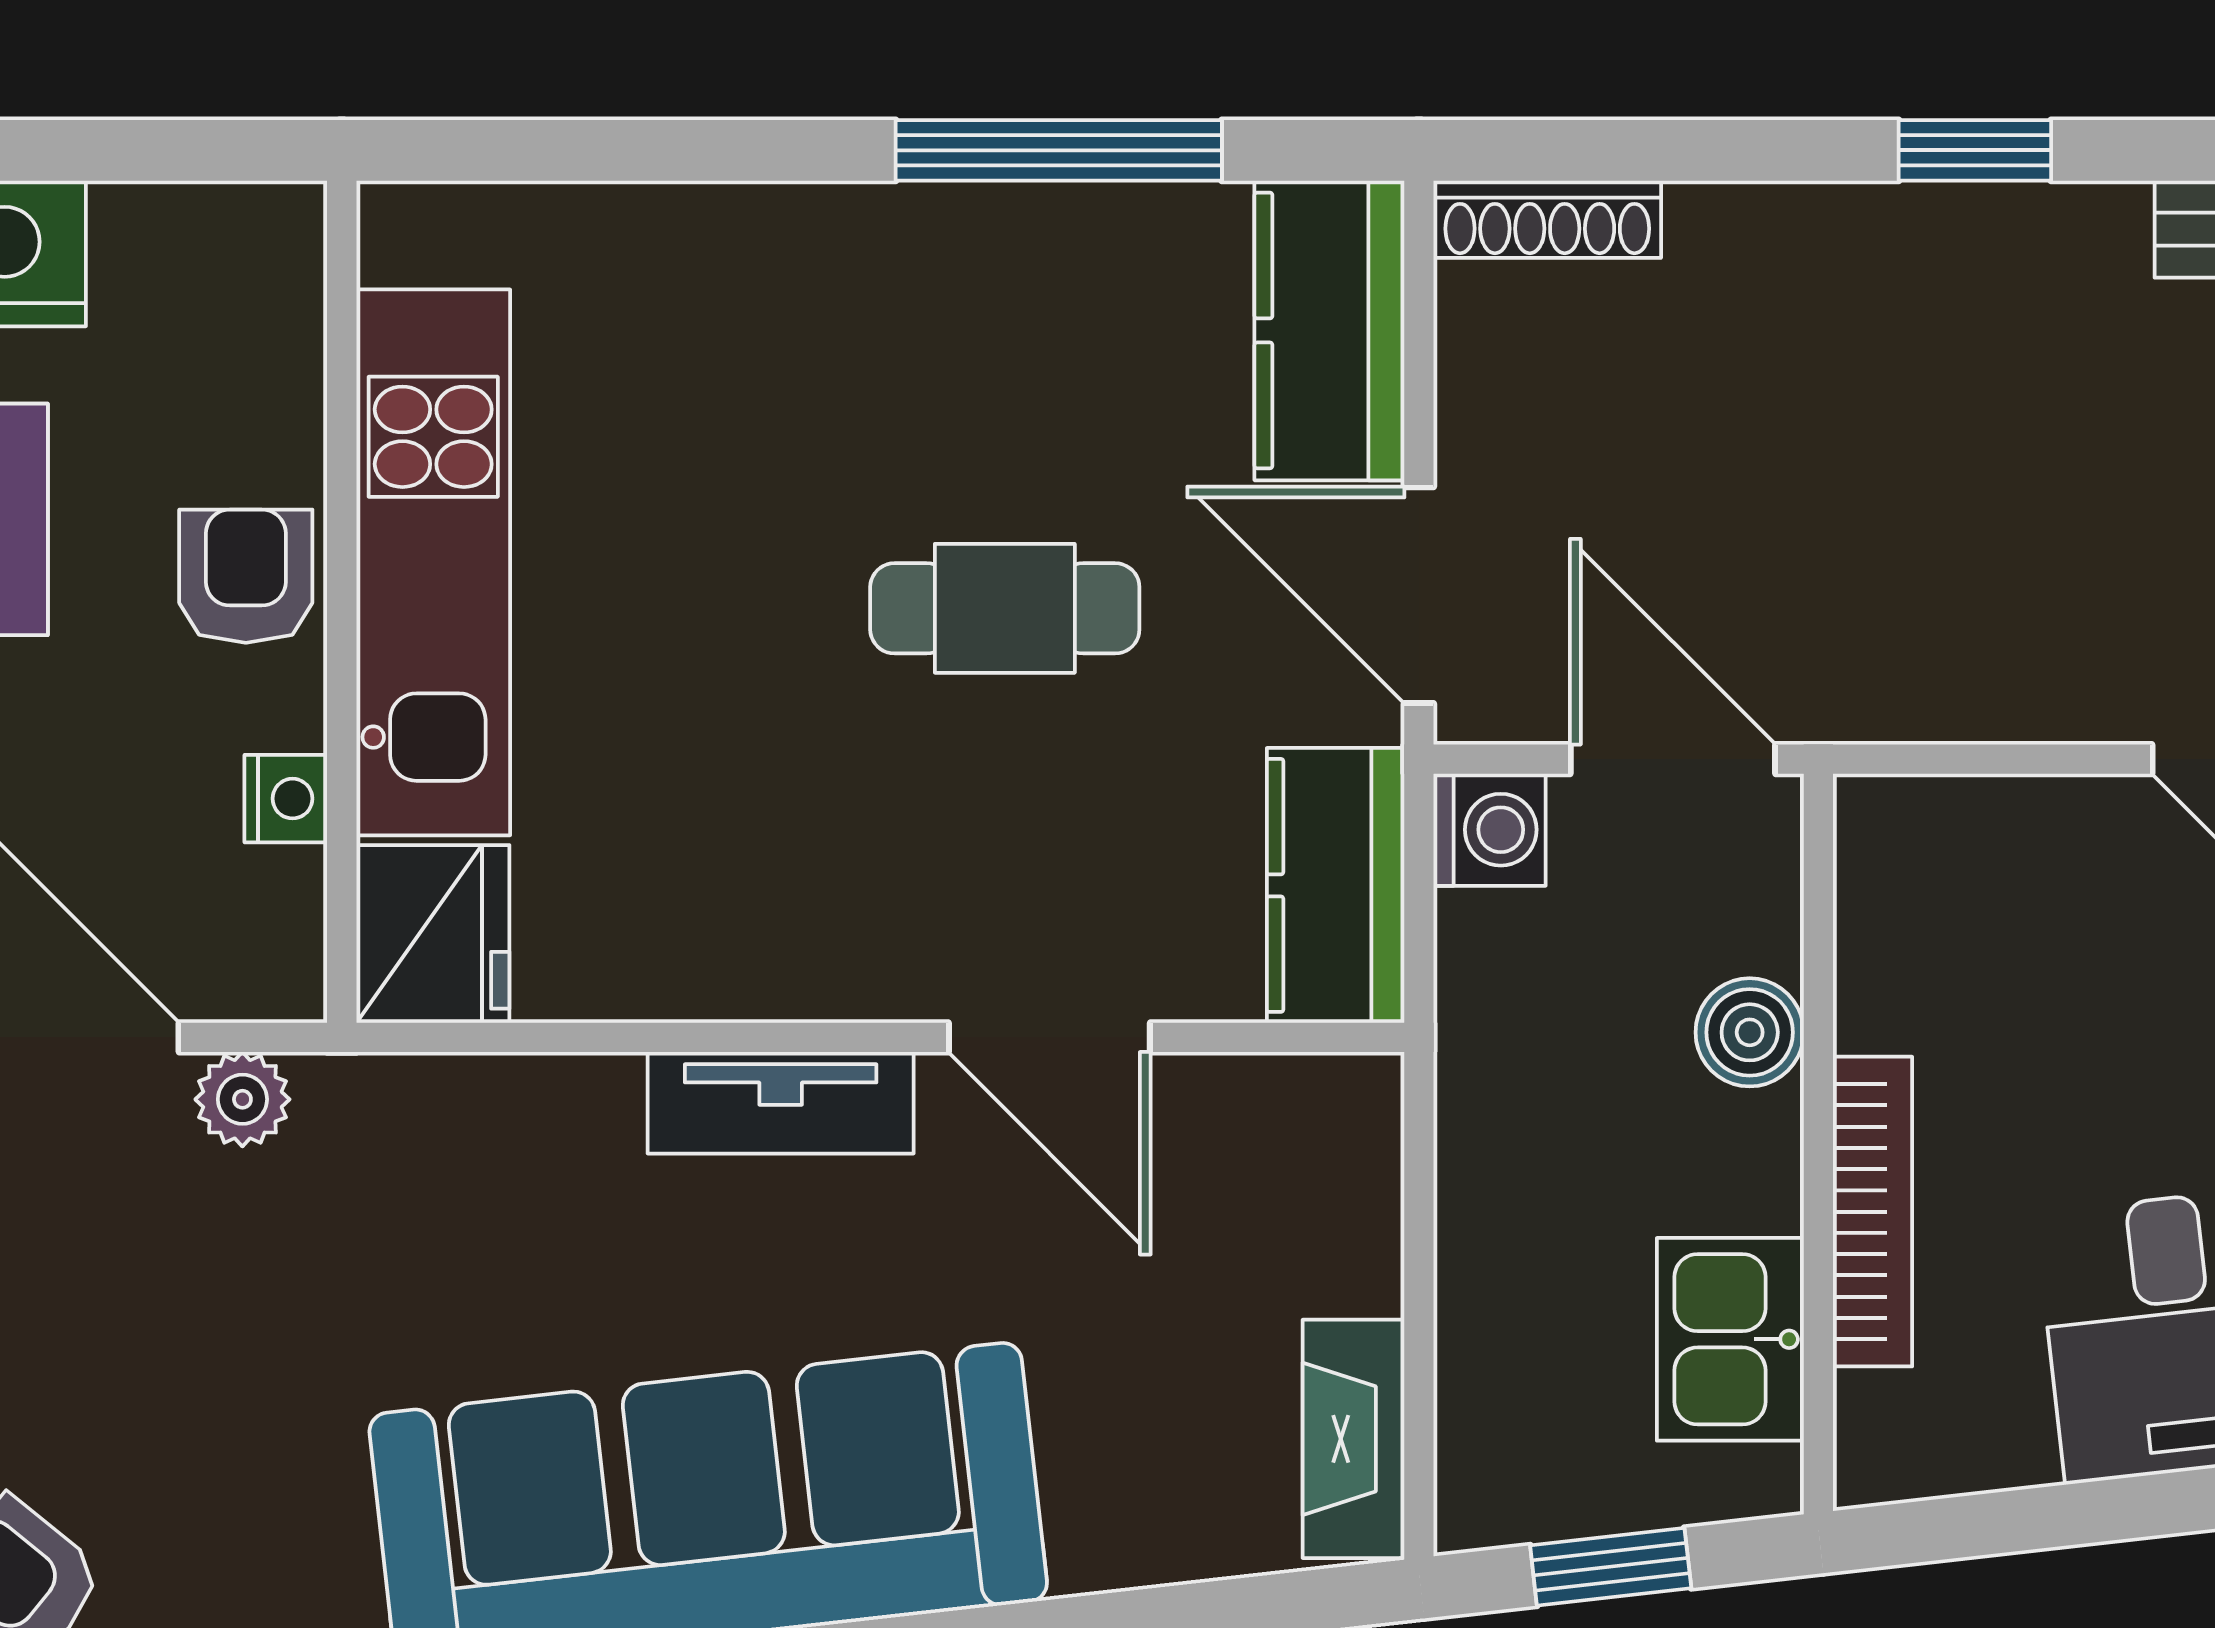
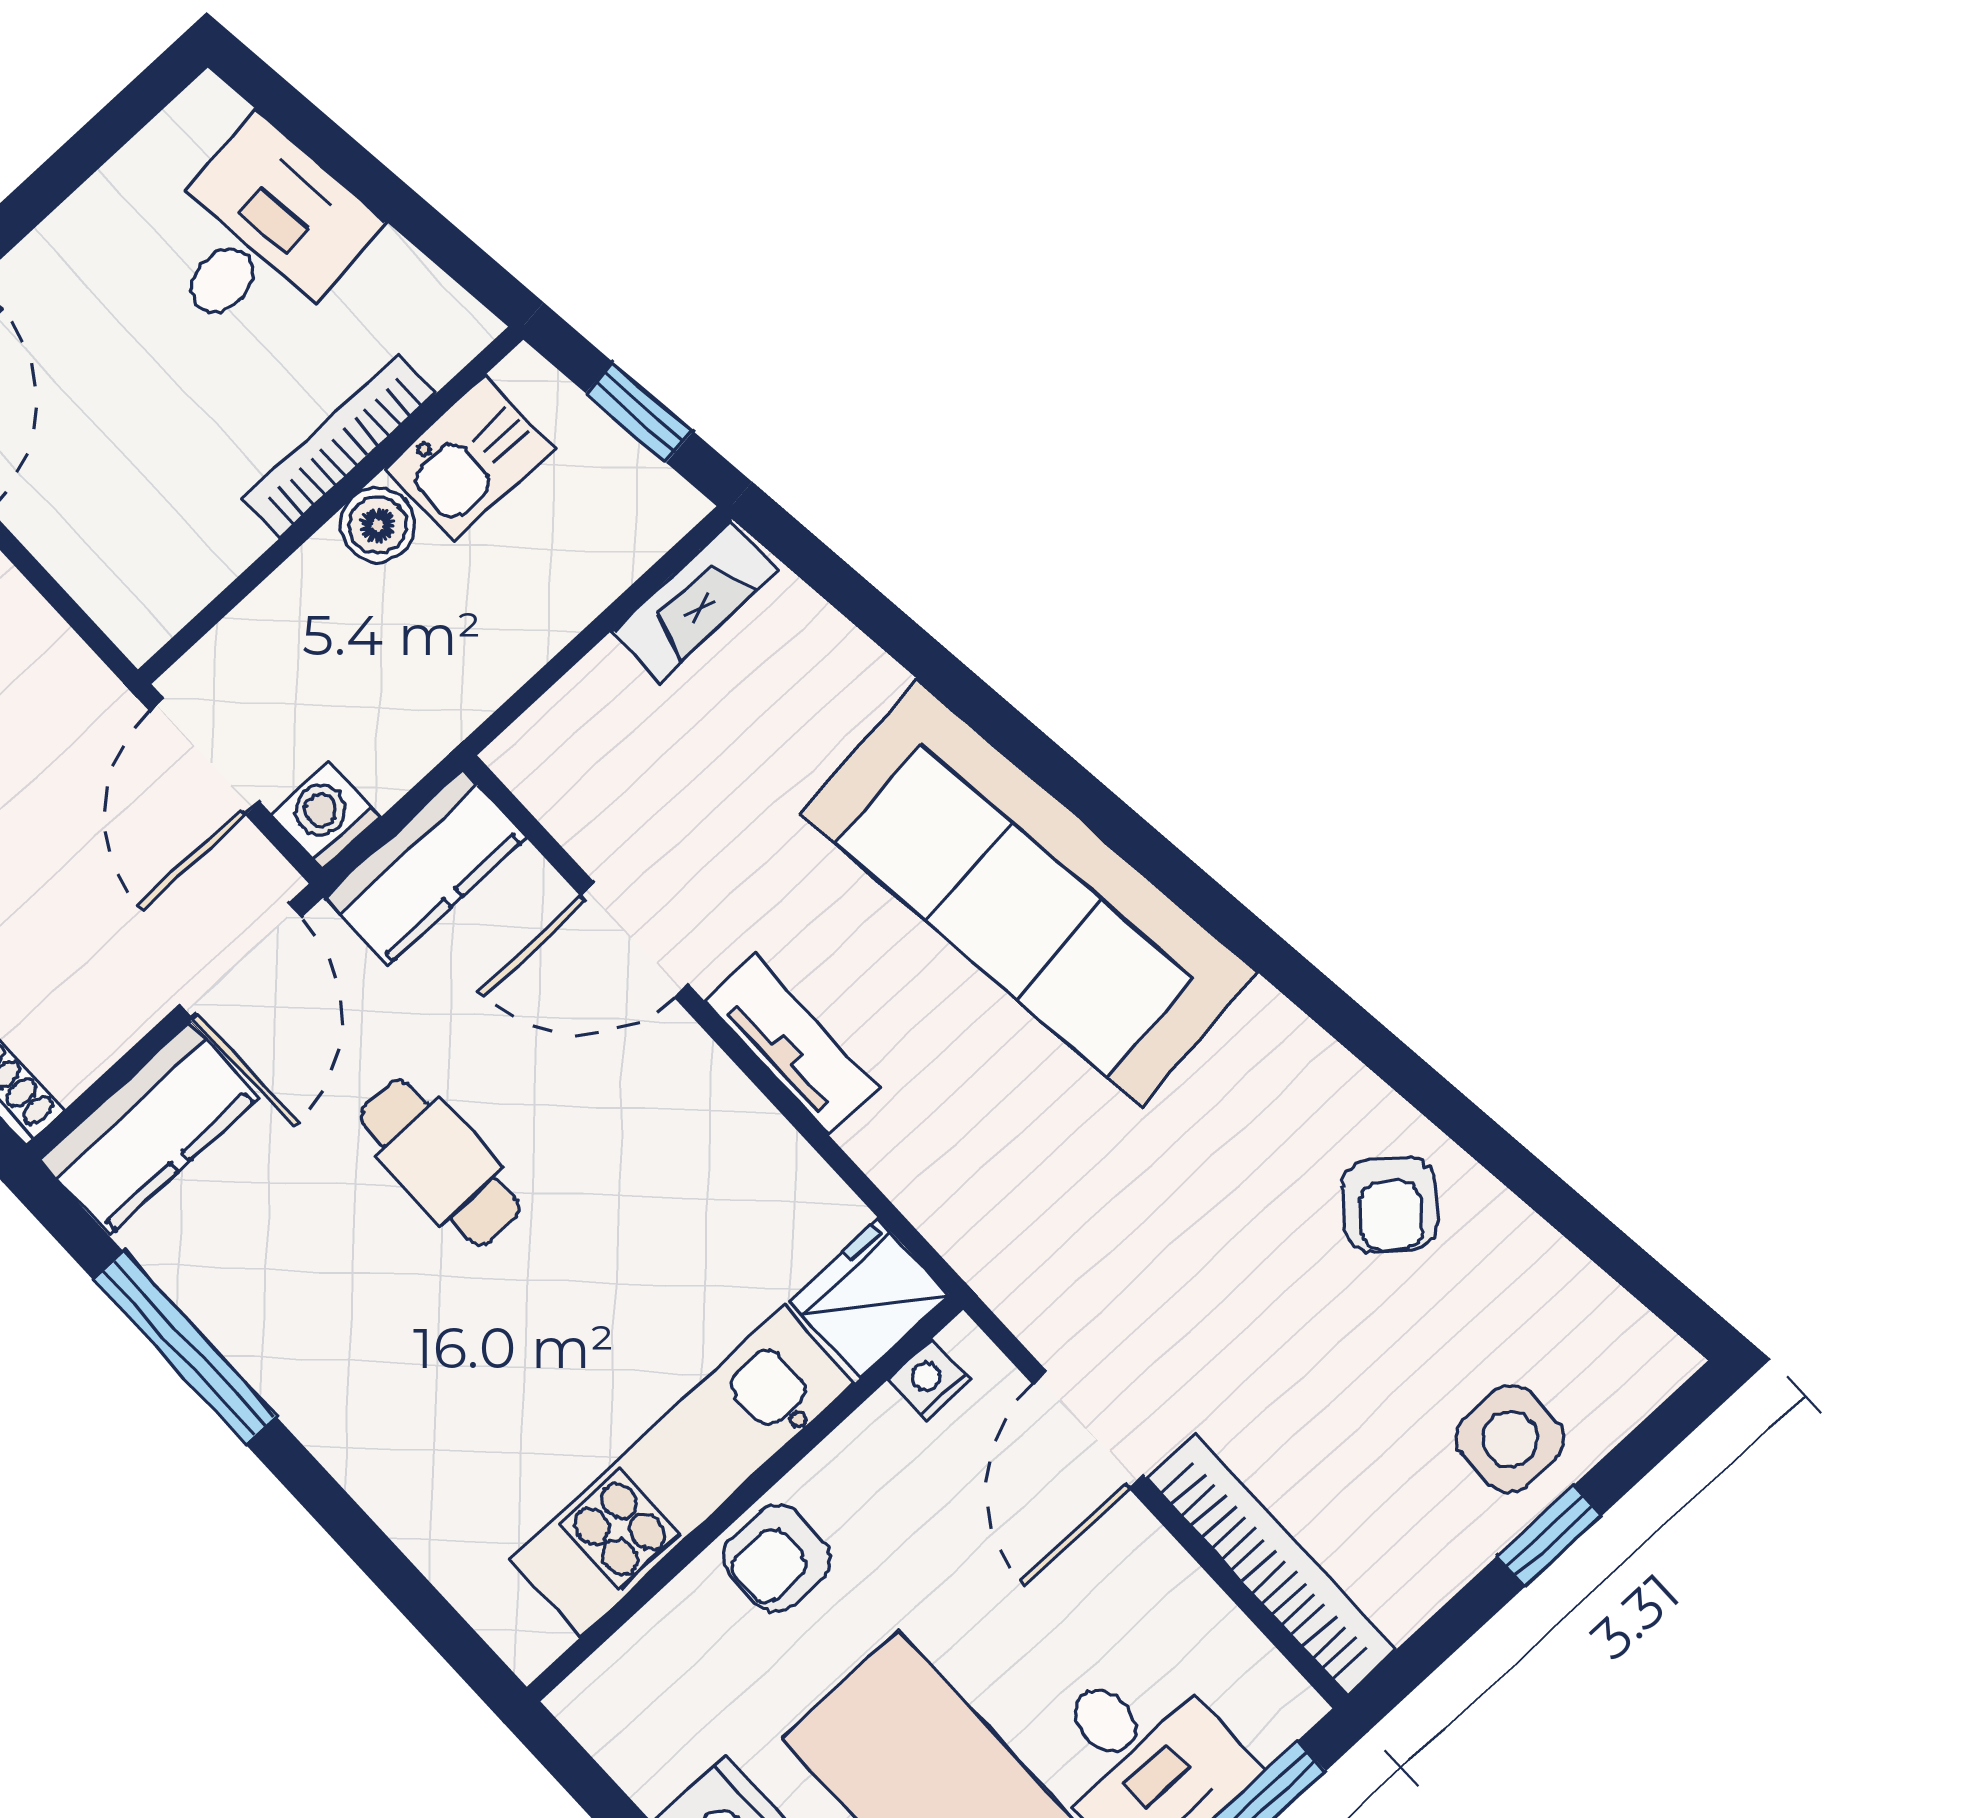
nightstand: (286, 799) -> (929, 1380), moved
boiler: (1750, 1032) -> (378, 525), moved
door: (1049, 1037) -> (635, 940), swing flipped
plant: (242, 1099) -> (1041, 1317), removed

